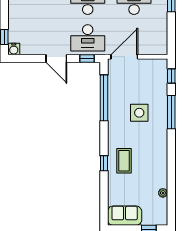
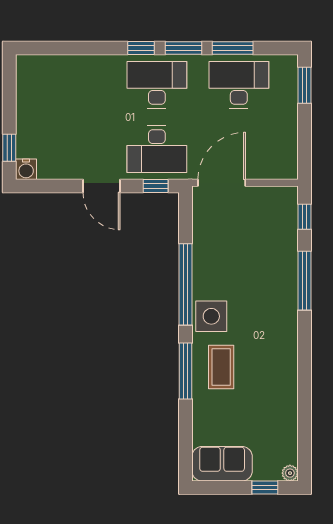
window: (104, 98) -> (186, 284), moved
side table: (139, 113) -> (211, 316), moved
window: (104, 163) -> (186, 371), width x2.17
plant: (163, 193) -> (290, 473), moved

